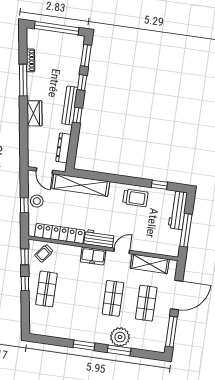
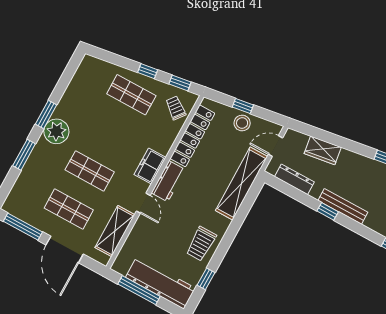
window: (82, 83) -> (365, 232), removed
wardrobe: (34, 113) -> (323, 150), moved
workbench: (178, 210) -> (160, 283), width x1.36, depth x1.32
plant: (120, 337) -> (56, 131), moved

